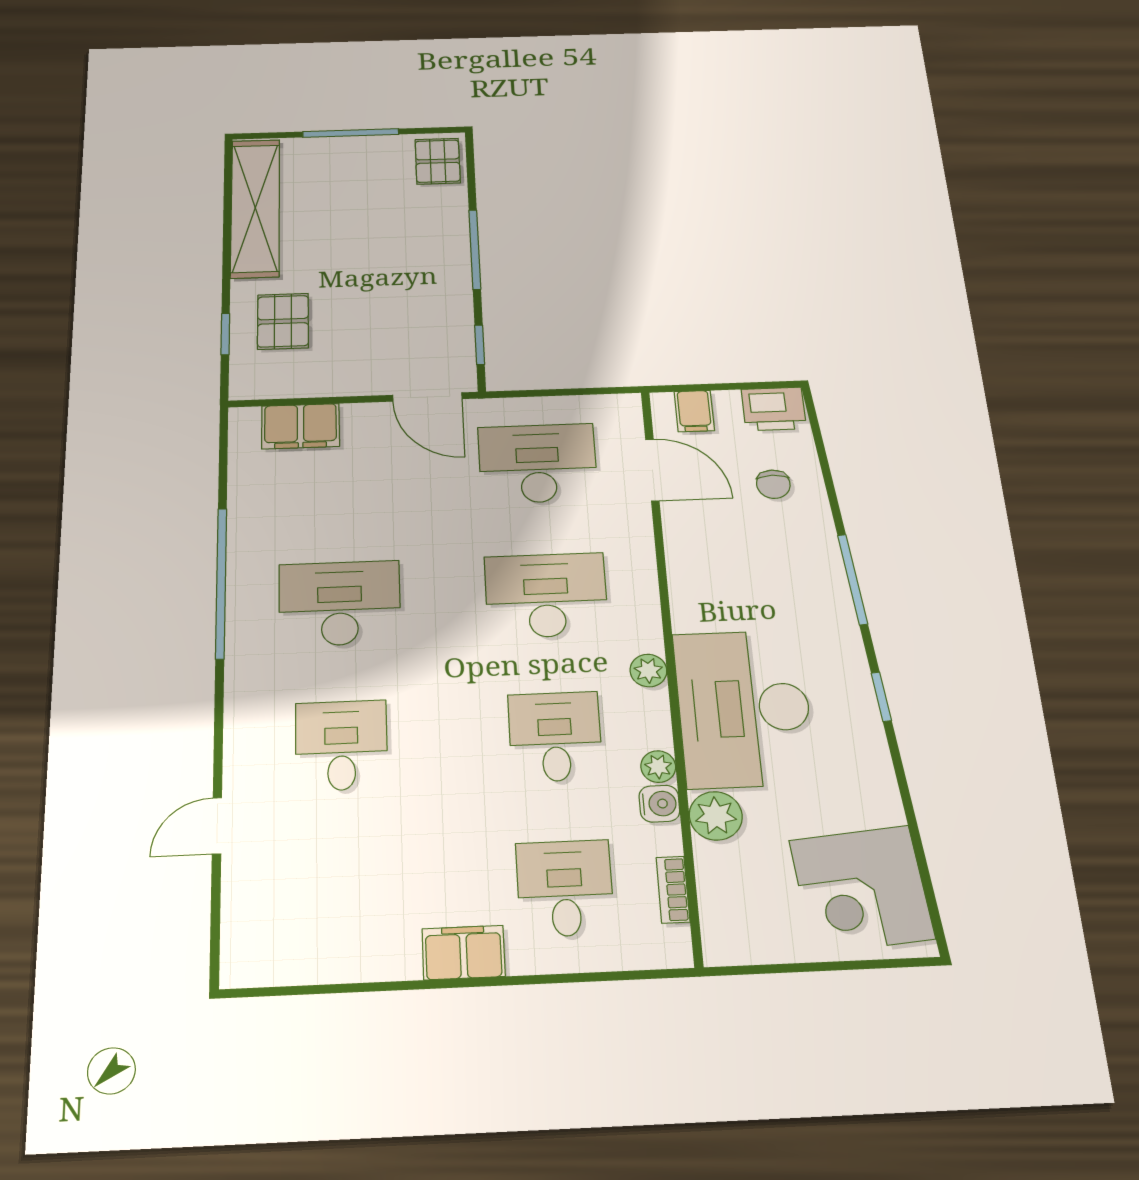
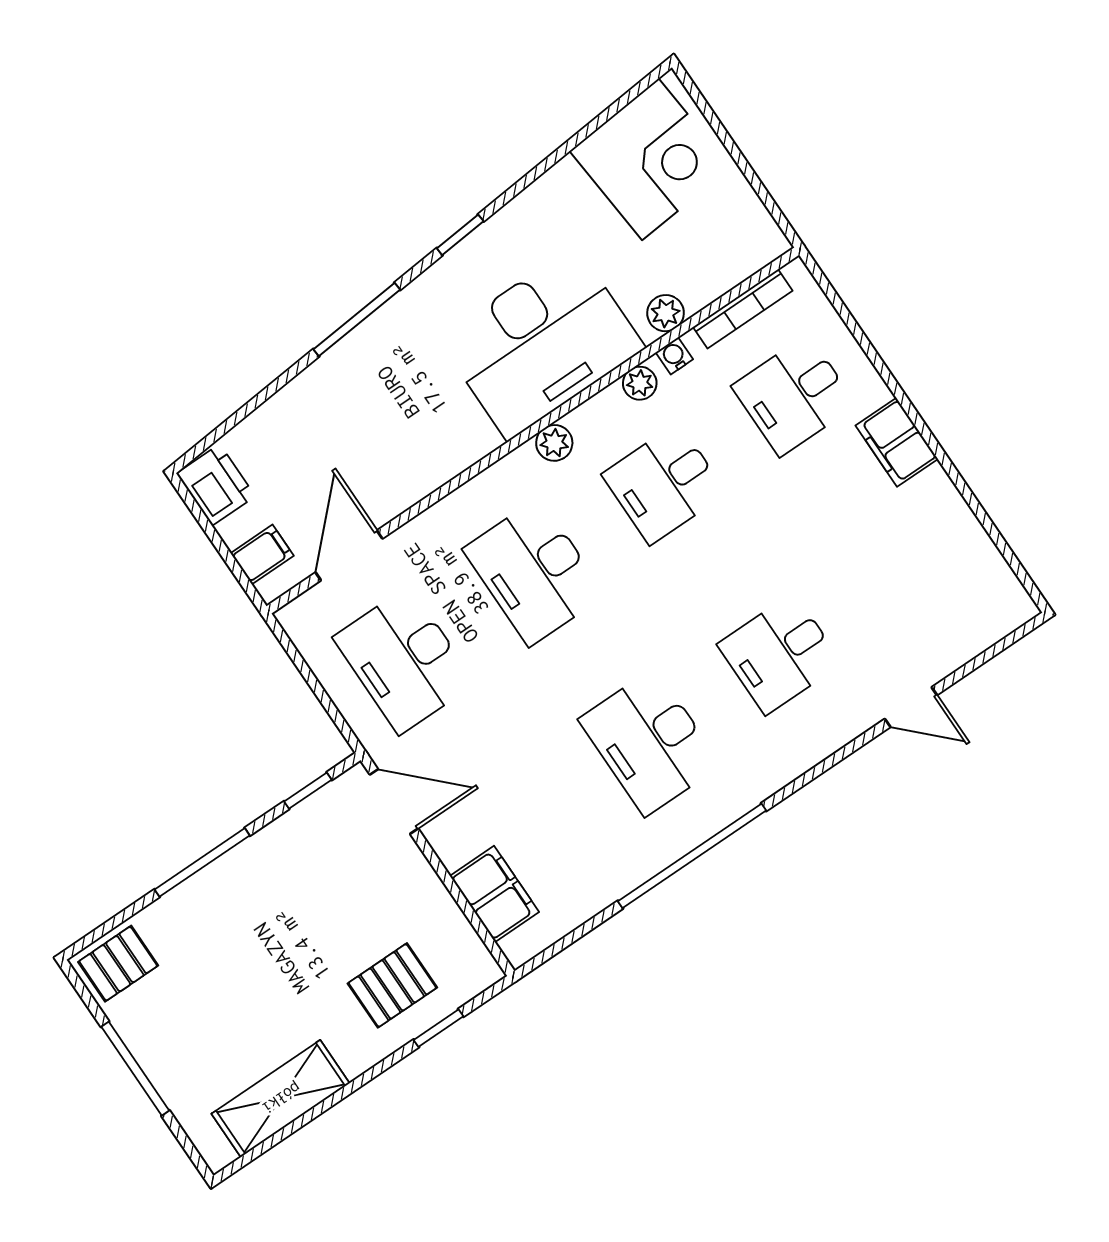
shelving: (255, 208) -> (281, 1098), width x0.68
door: (427, 397) -> (394, 801), hinge flipped
chair: (773, 484) -> (299, 441), removed
water cooler: (659, 804) -> (674, 356), width x0.72, depth x0.72
plant: (716, 816) -> (666, 313), width x0.73, depth x0.73
bookcase: (673, 890) -> (743, 309), width x1.56

